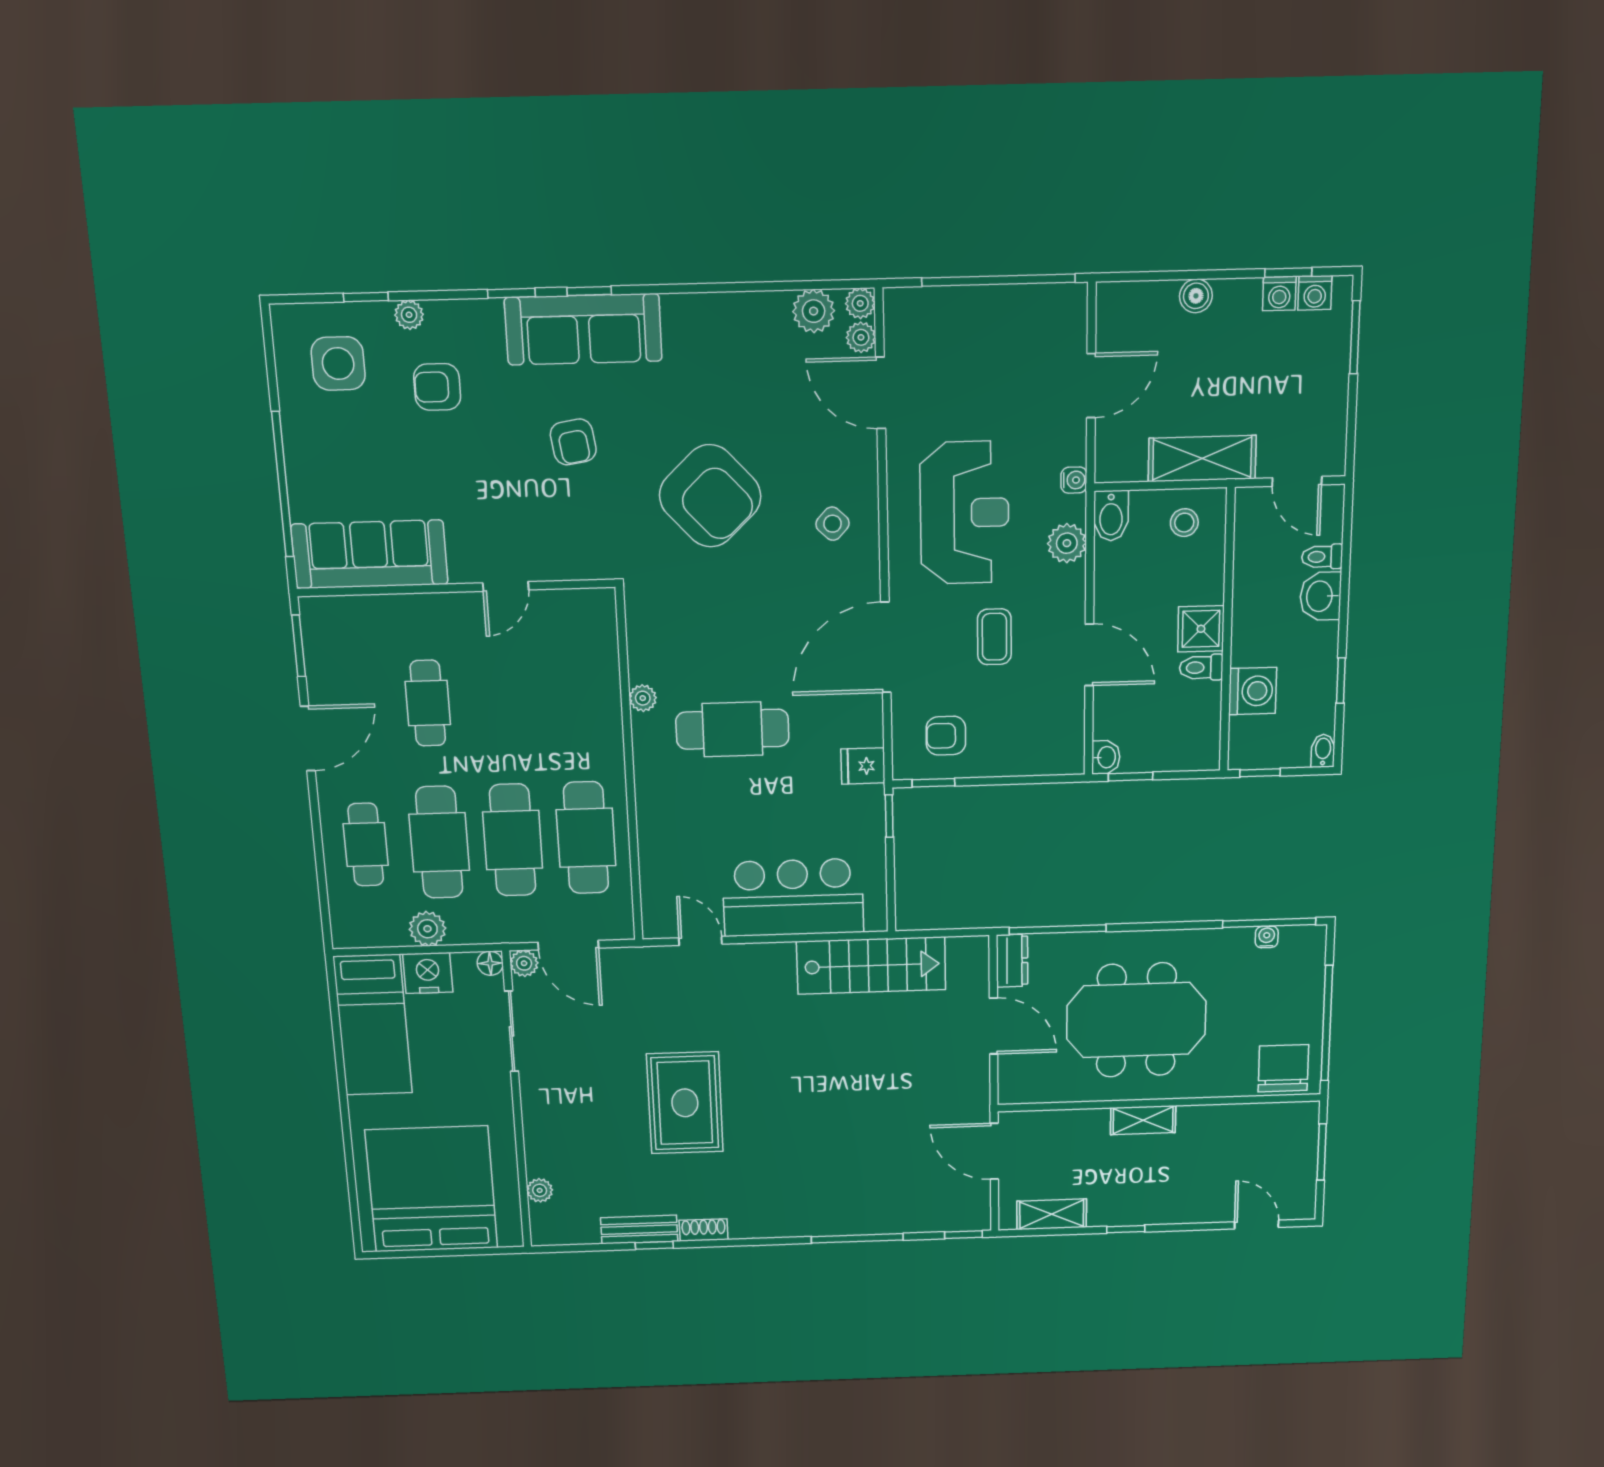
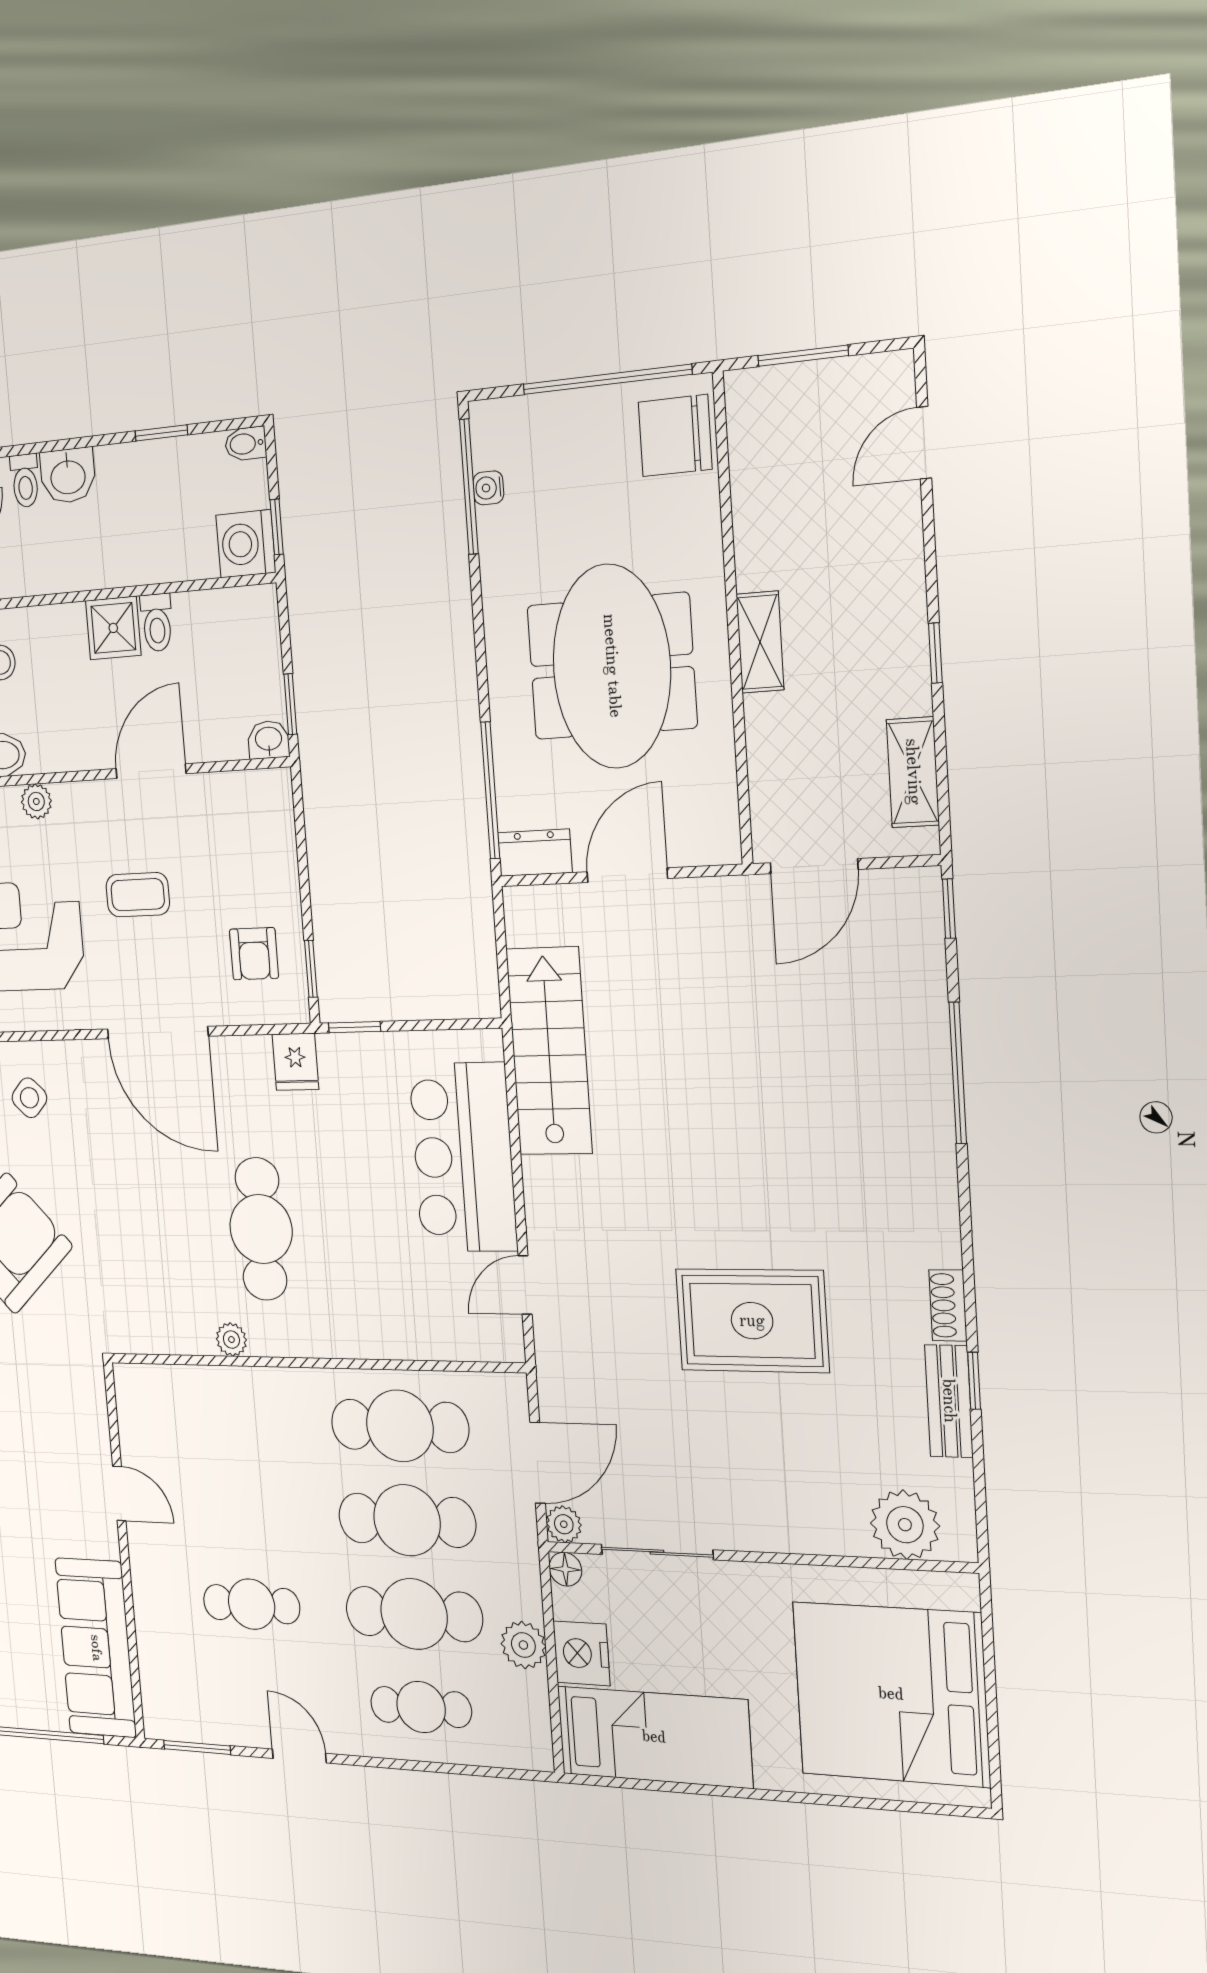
plant: (1067, 543) -> (36, 801), width x0.73, depth x0.73
washing machine: (1253, 691) -> (246, 544), moved, turned -90
door: (308, 738) -> (299, 1756), width x0.73
plant: (540, 1190) -> (905, 1525), width x1.87, depth x1.87

